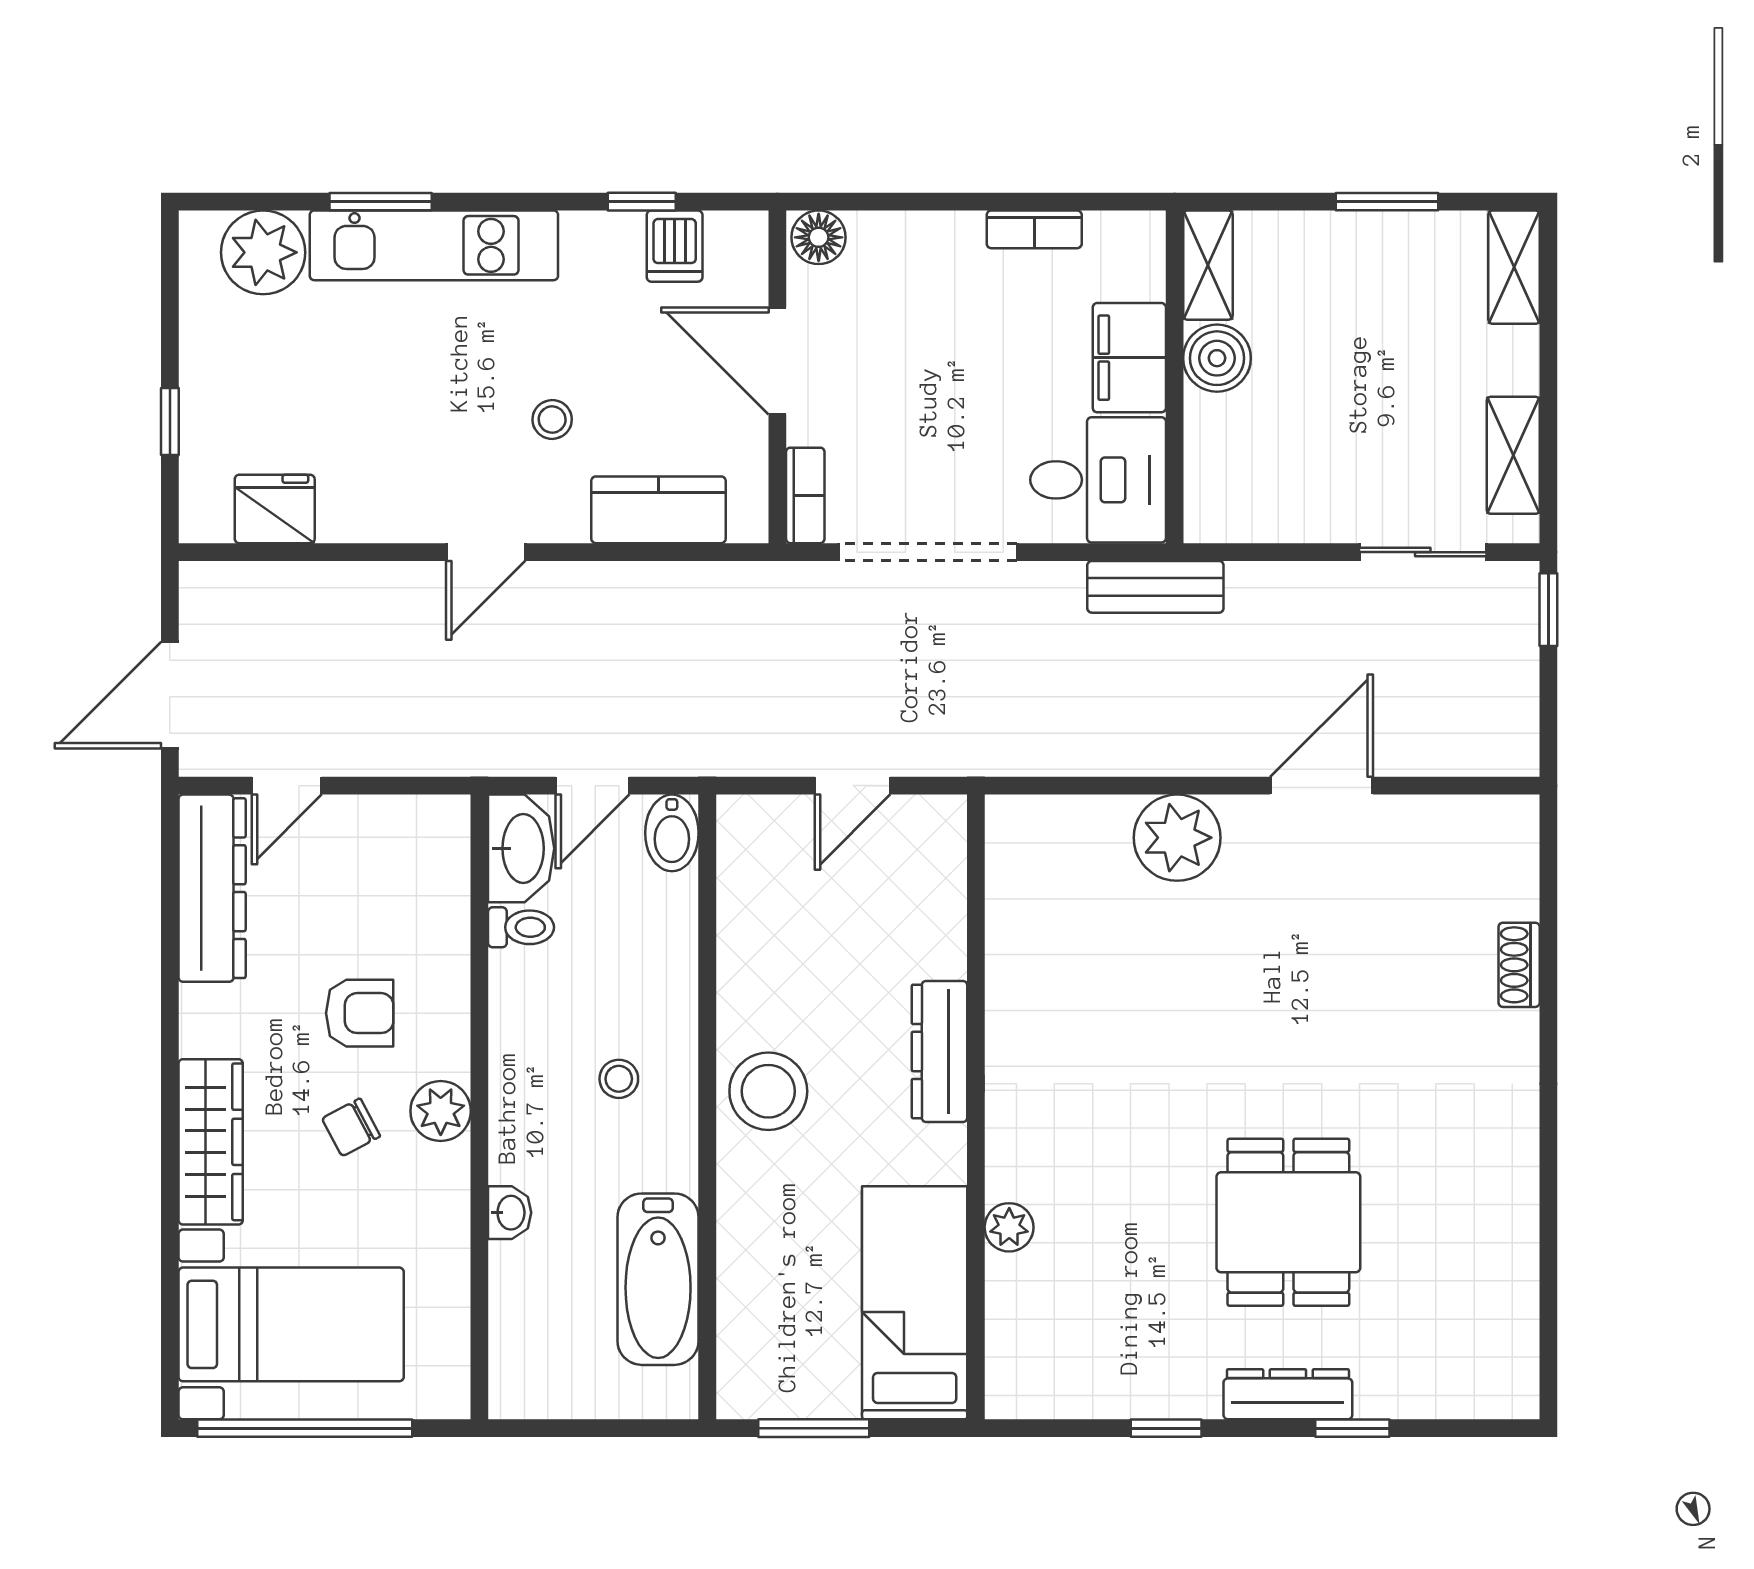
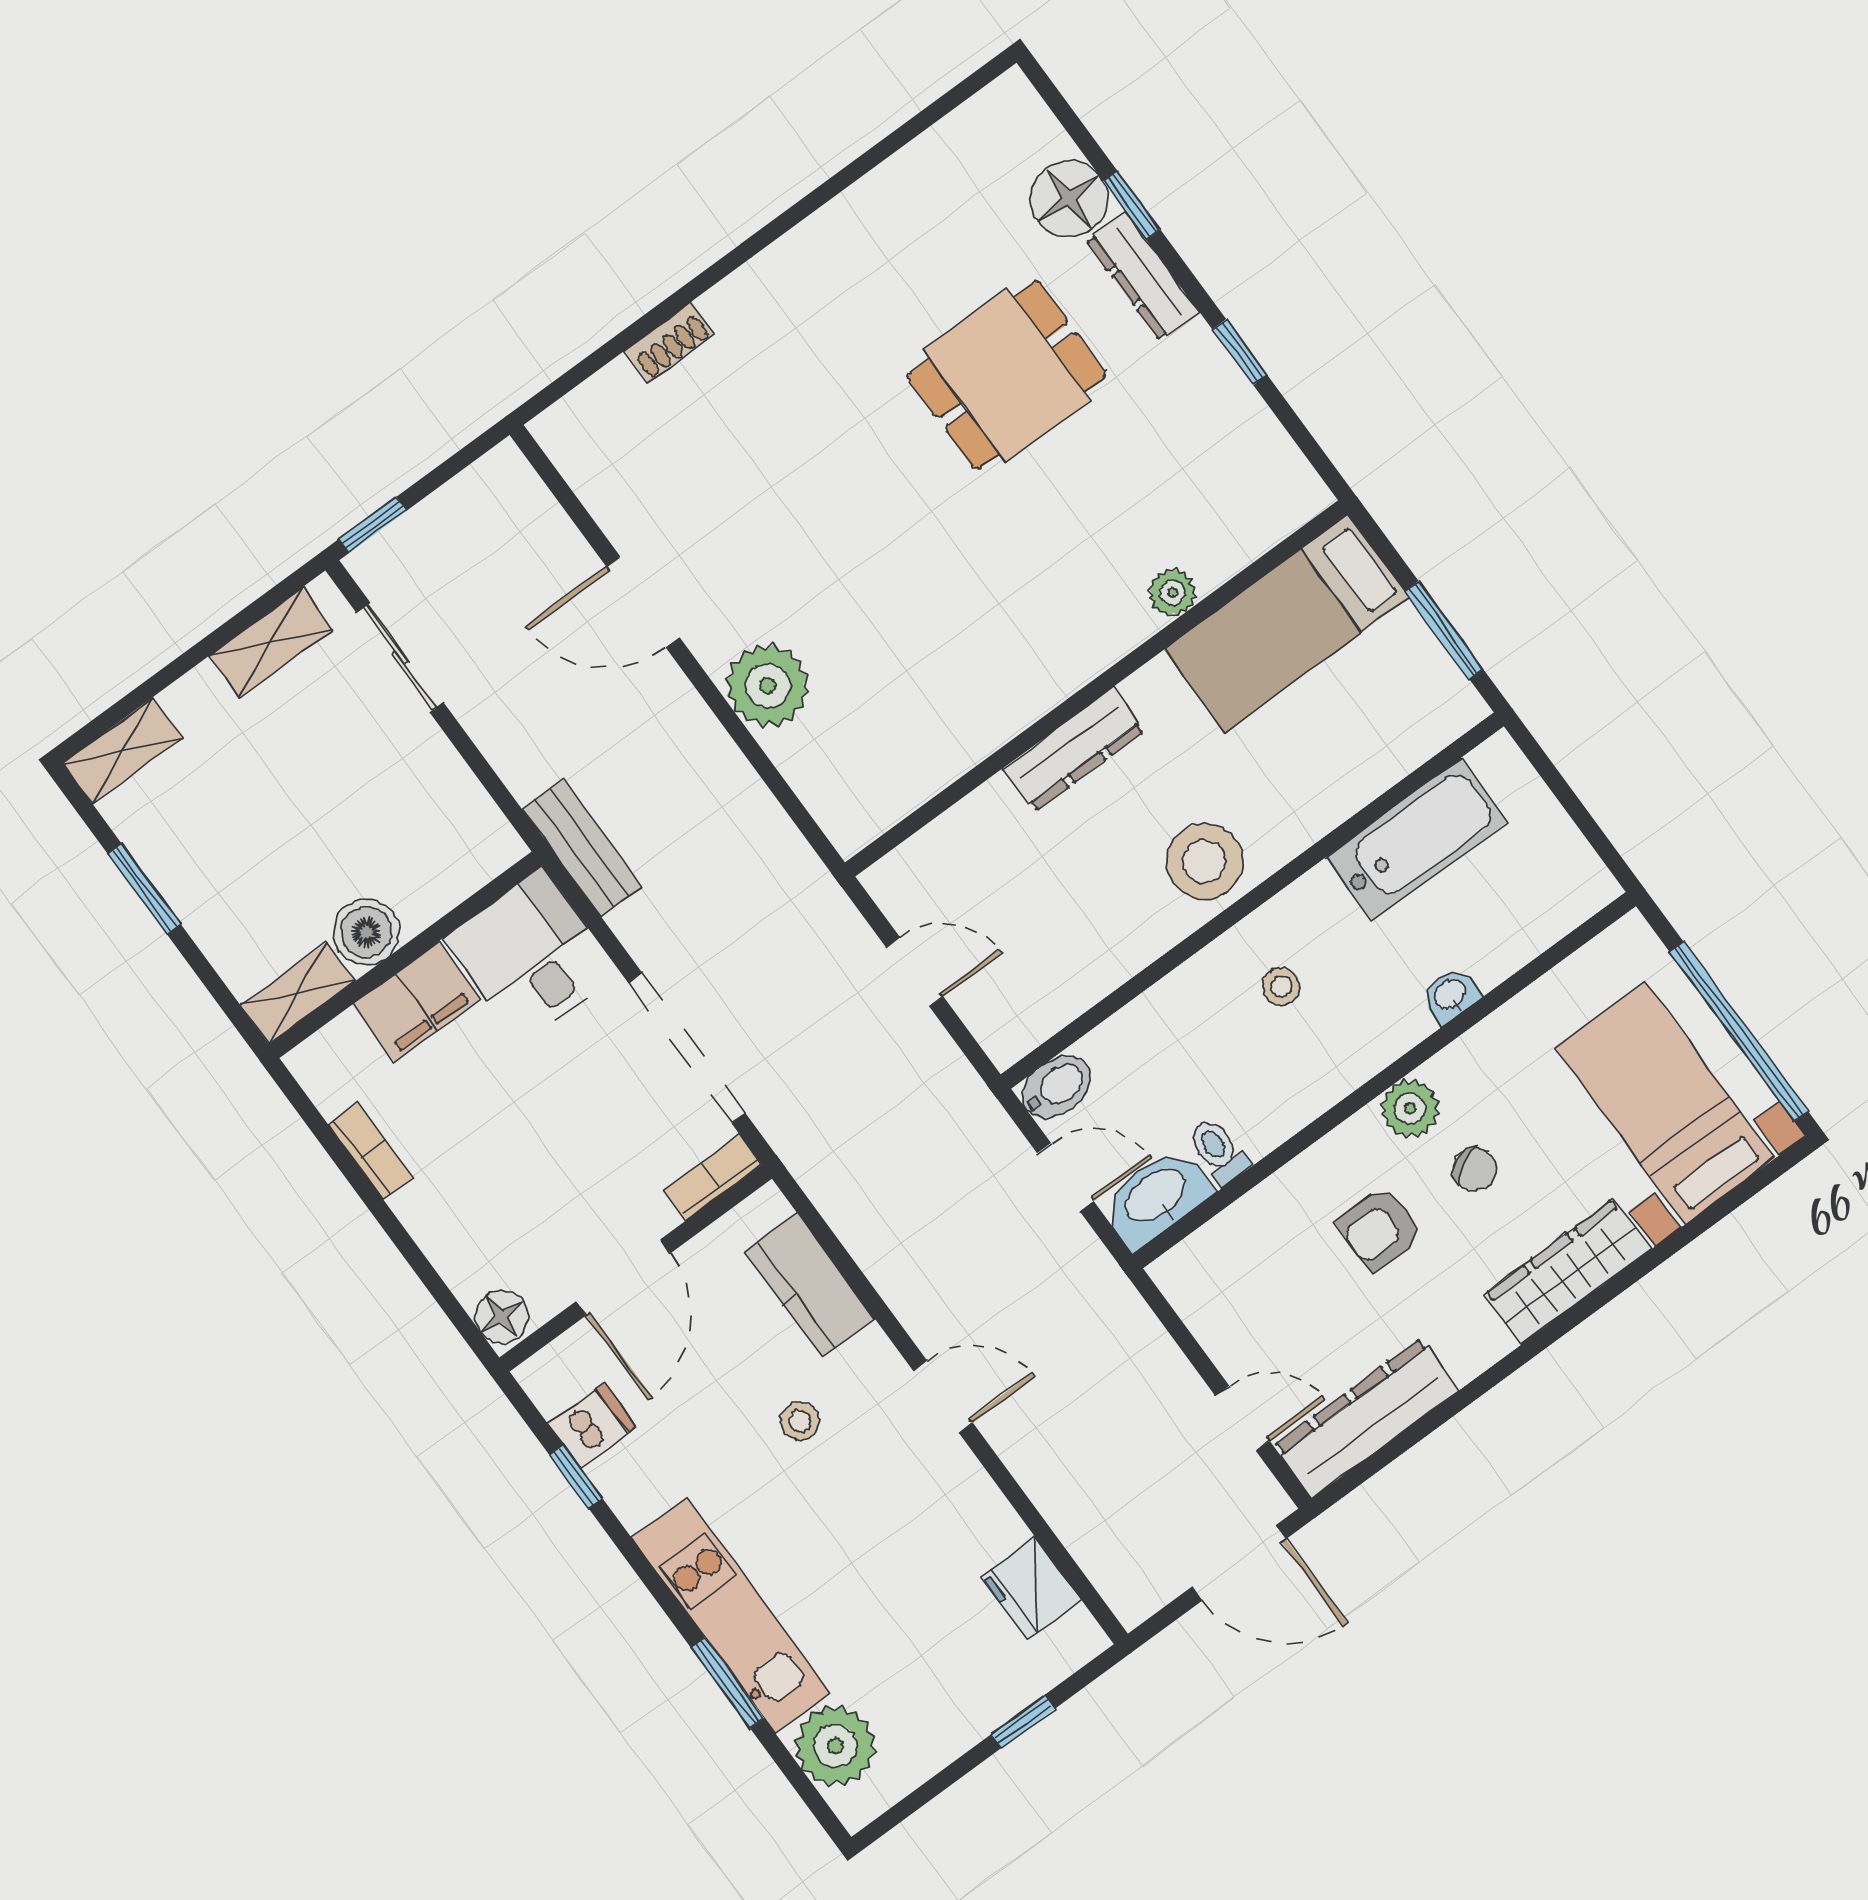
armchair: (360, 1013) -> (1380, 1229), turned -90
floor lamp: (1396, 1380) -> (1069, 199), added

